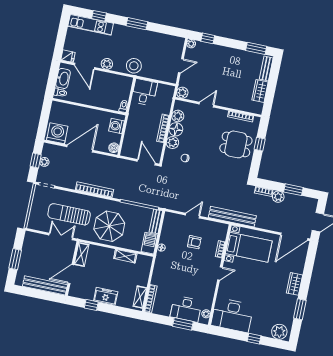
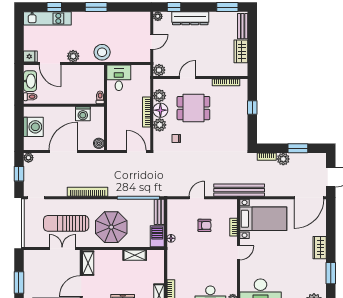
dresser: (220, 52) -> (190, 18), added
washing machine: (116, 126) -> (83, 114), moved, turned -90
washing machine: (57, 133) -> (33, 127), moved, turned 90
dining table: (236, 144) -> (193, 108), moved
plant: (44, 162) -> (28, 158), moved

